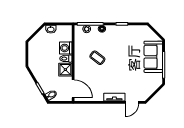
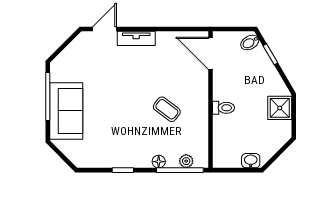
washing machine: (66, 48) -> (224, 127), removed
shower: (65, 70) -> (280, 108), moved

